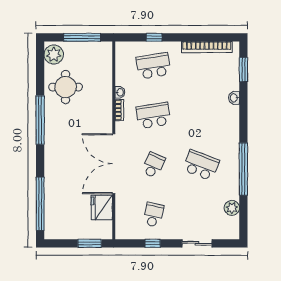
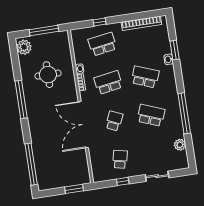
window: (243, 70) -> (175, 50), moved
round table: (66, 87) -> (48, 75), moved
school desk: (201, 115) -> (145, 77), added
fridge: (102, 207) -> (79, 160), removed

